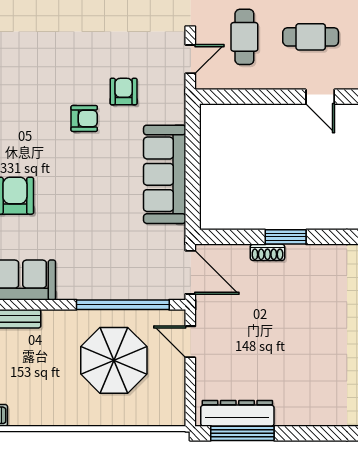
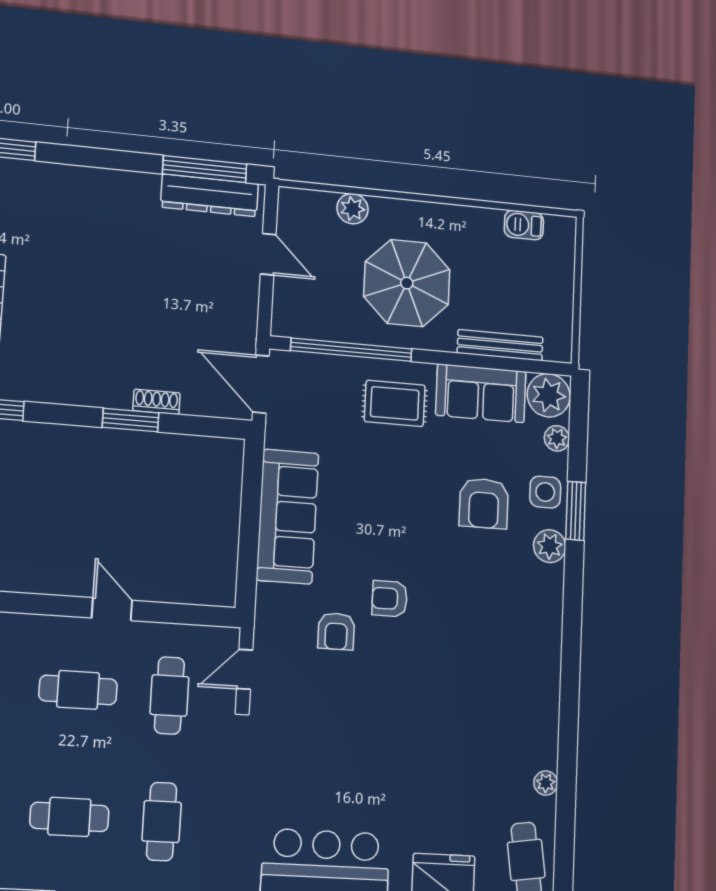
door: (320, 97) -> (112, 609), moved
rug: (87, 266) -> (395, 403), added
door: (190, 342) -> (268, 254), moved
parasol: (114, 360) -> (407, 283), moved
plant: (127, 414) -> (353, 209), added

